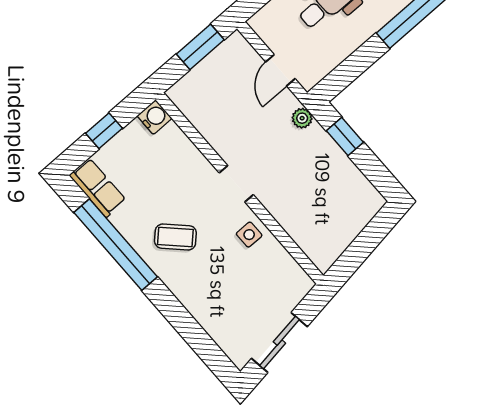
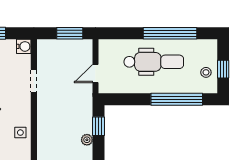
plant: (302, 118) -> (87, 140), moved
doorway: (236, 184) -> (34, 81), moved

